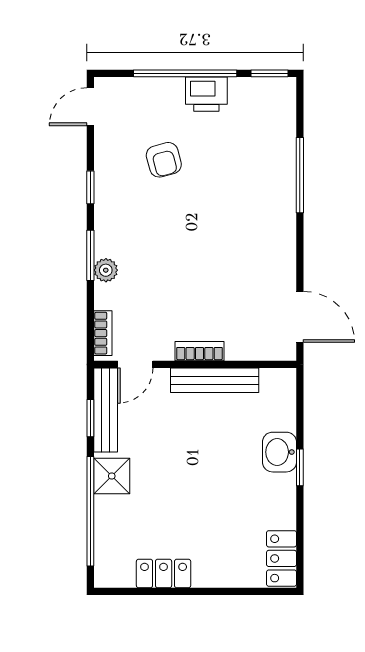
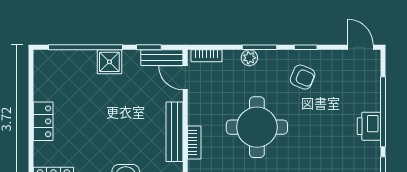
armchair: (164, 160) -> (303, 77), moved, turned -142
round table: (208, 259) -> (257, 127), added
bookcase: (199, 351) -> (194, 143), moved
bench: (106, 410) -> (162, 58), width x0.73
locker: (164, 574) -> (43, 121), moved

